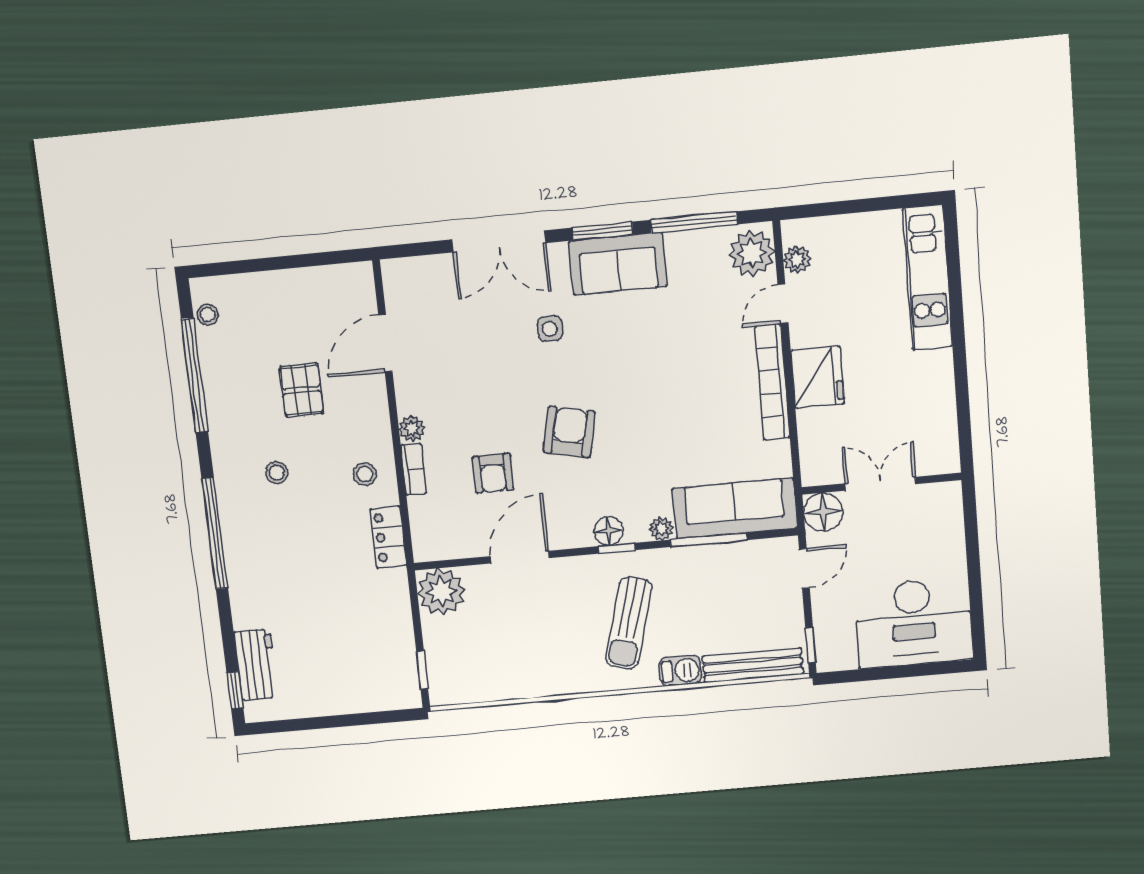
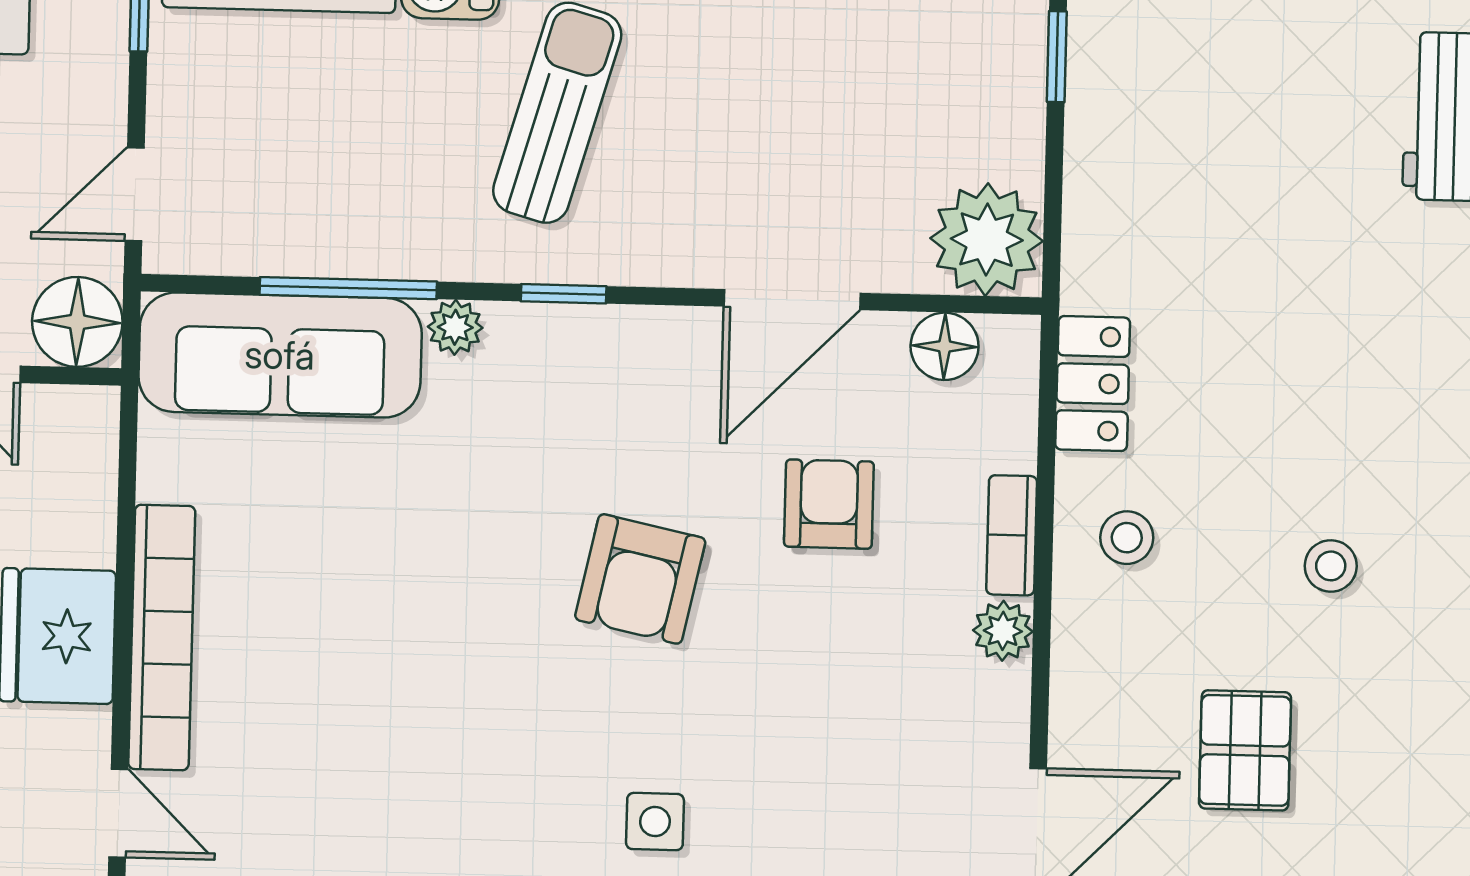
door: (783, 304) -> (118, 813), hinge flipped
floor lamp: (609, 531) -> (945, 346), moved

